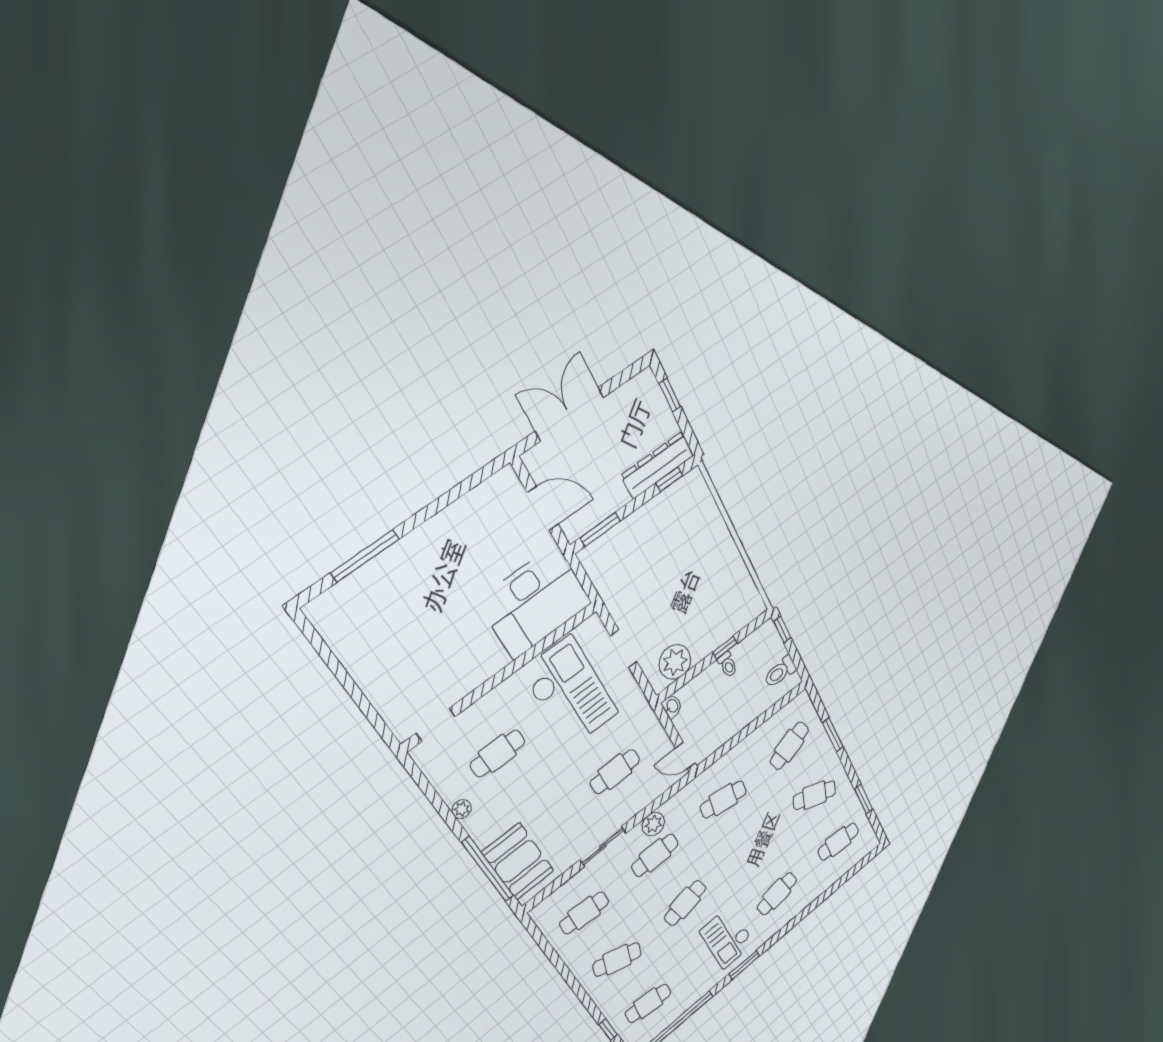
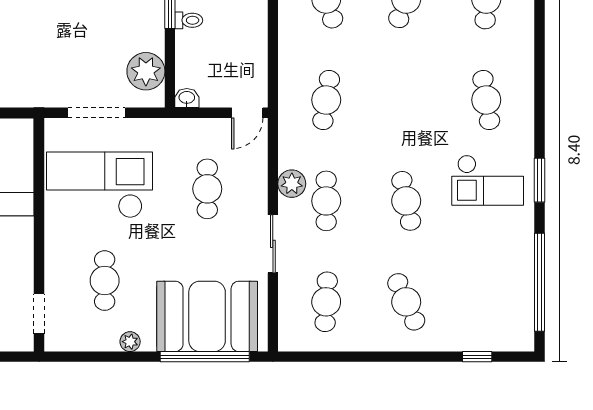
doorway: (624, 649) -> (97, 113), width x1.38
booth: (518, 861) -> (207, 316), width x1.36, depth x1.42
cafe table: (617, 960) -> (406, 302), turned -42
cafe table: (648, 1003) -> (486, 302), removed

